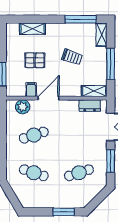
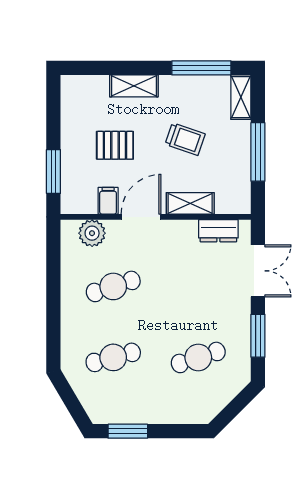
shelving: (32, 29) -> (134, 86), moved
shelving: (94, 91) -> (190, 203), moved
cafe table: (34, 173) -> (113, 357), turned -33
window: (64, 212) -> (128, 431), moved

